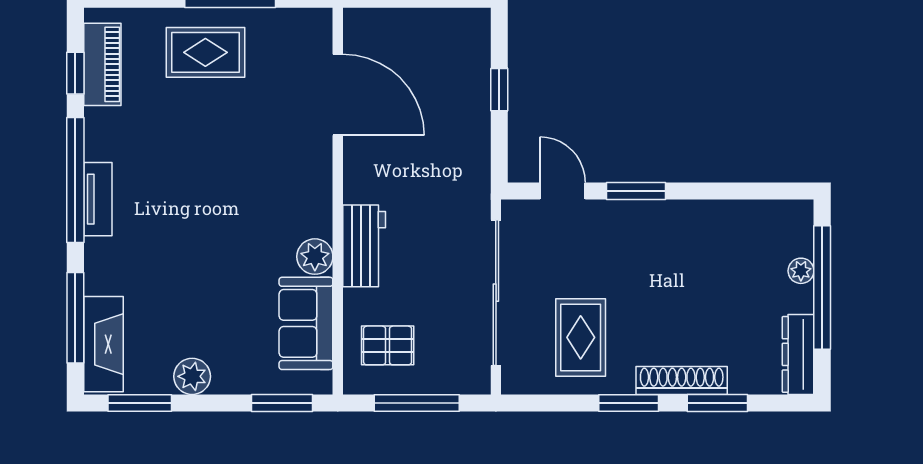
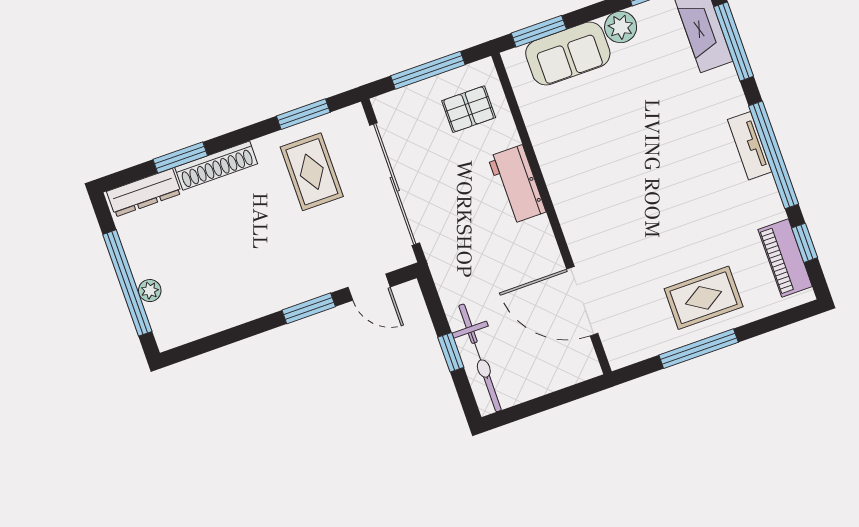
bicycle: (470, 72) -> (480, 358), added
plant: (315, 257) -> (554, 161), removed
sofa: (306, 323) -> (568, 54), moved, turned 90
dresser: (798, 354) -> (144, 193), moved, turned 90
window: (629, 403) -> (303, 114), moved

